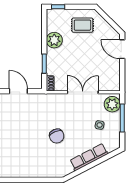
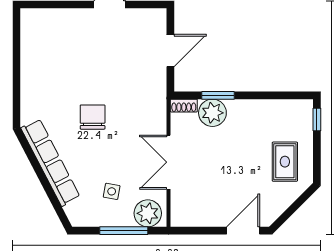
plant: (54, 40) -> (212, 113), moved
double door: (83, 92) -> (169, 162), swing flipped
chair: (57, 136) -> (93, 117), turned 112
row of seats: (89, 157) -> (50, 162), width x1.36

